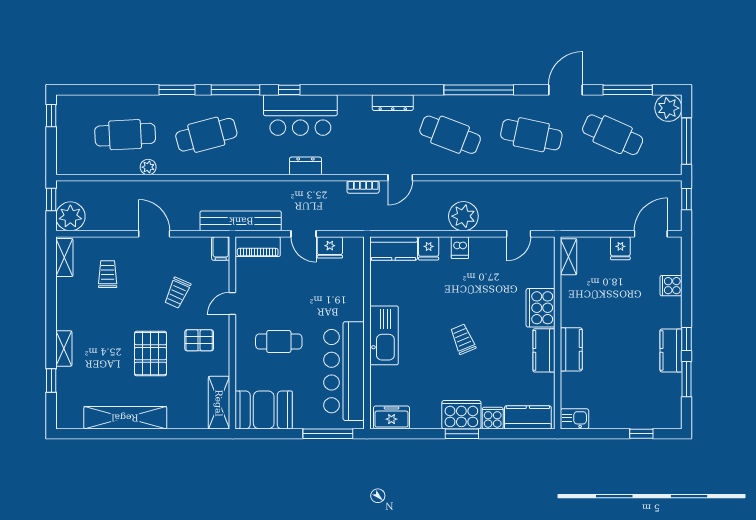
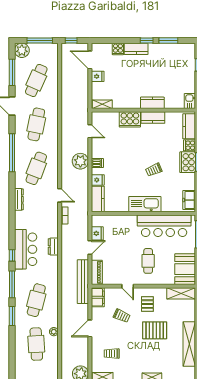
cafe table: (206, 135) -> (36, 300), turned 30
filing cabinet: (221, 248) -> (98, 297), width x2.00
trolley: (463, 339) -> (154, 170), moved
kitchen counter: (671, 350) -> (136, 49), moved

